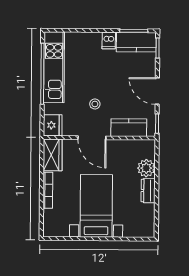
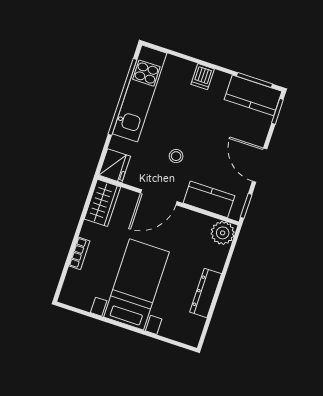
dishwasher: (109, 41) -> (203, 77), moved
door: (92, 138) -> (159, 197), hinge flipped
plant: (146, 168) -> (223, 233), moved
bookcase: (48, 190) -> (79, 253), width x0.64
dresser: (148, 191) -> (206, 293), width x1.44

